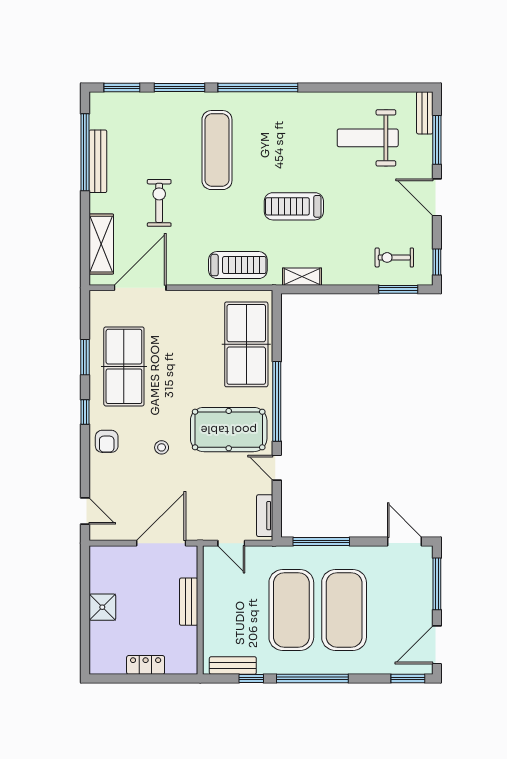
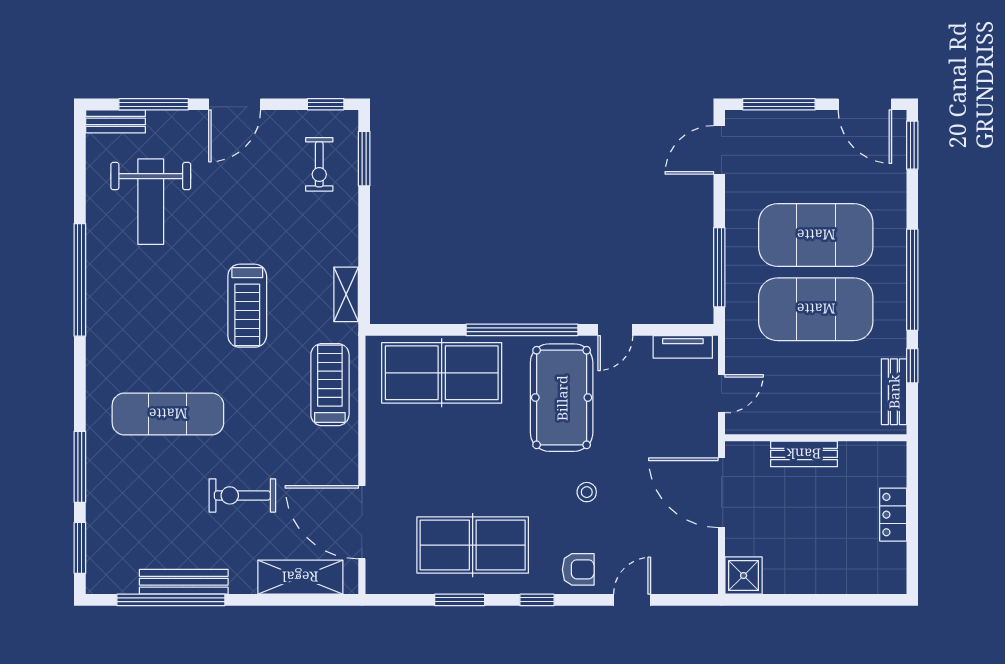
window: (258, 87) -> (80, 280), moved
door: (85, 511) -> (632, 600), moved
shower: (102, 607) -> (744, 576), moved

